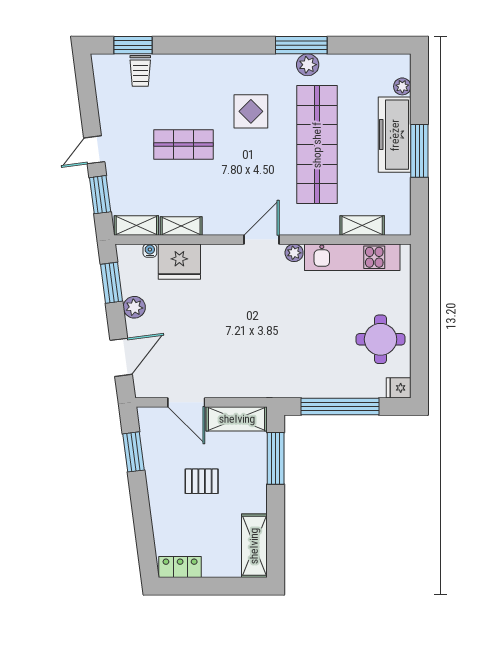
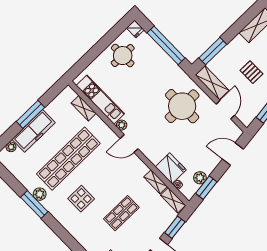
shop shelf: (183, 145) -> (121, 213), turned 90
plant: (134, 307) -> (200, 178), moved
round table: (244, 352) -> (182, 106), added

